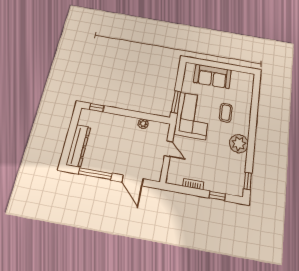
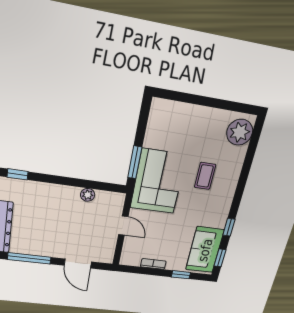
sofa: (212, 76) -> (205, 250), moved, turned 90
plant: (239, 144) -> (240, 132), moved
window: (250, 154) -> (229, 227), added

